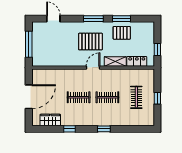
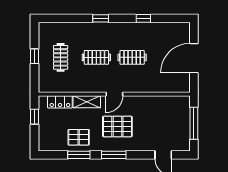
wardrobe: (50, 120) -> (167, 29), removed

